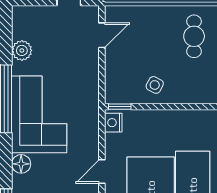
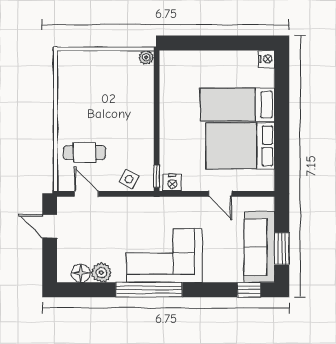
cafe table: (194, 36) -> (84, 153), moved
side table: (155, 85) -> (129, 179), moved
floor lamp: (21, 164) -> (81, 273), moved

